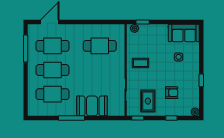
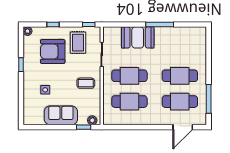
sofa: (184, 33) -> (61, 115), moved
armchair: (172, 93) -> (53, 52), width x1.88, depth x1.88
cafe table: (53, 94) -> (129, 76), moved

